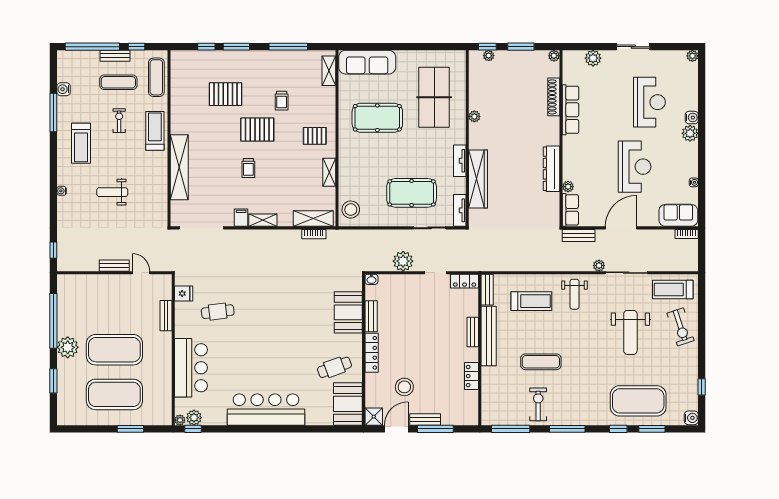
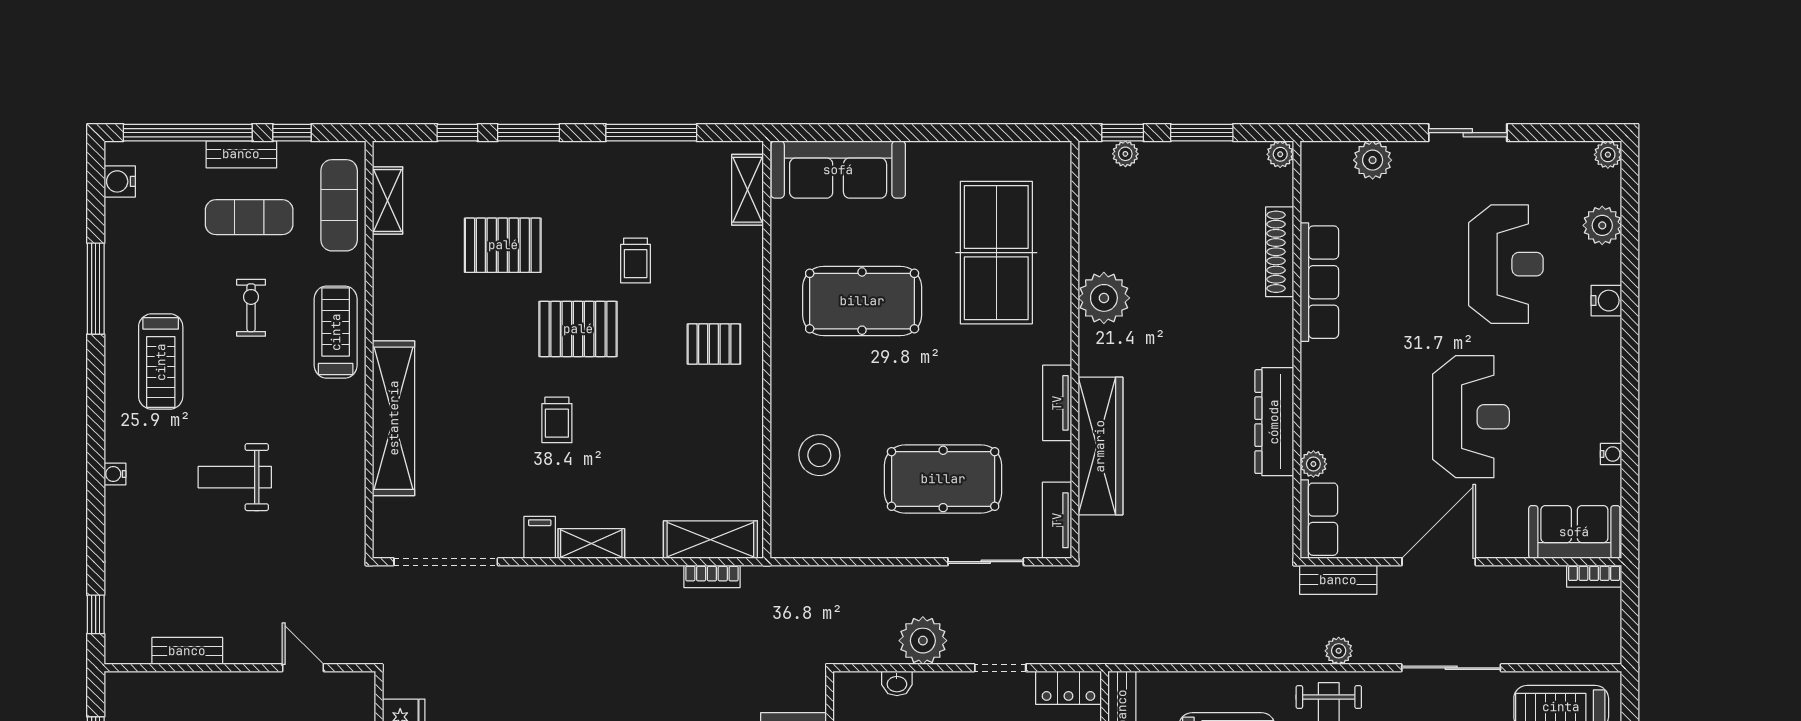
water cooler: (64, 89) -> (120, 181), moved
plant: (474, 116) -> (1104, 298), width x1.88, depth x1.88
plant: (690, 133) -> (1602, 225), moved
shelving: (329, 172) -> (388, 200), moved
stool: (351, 210) -> (819, 455), moved
bench: (114, 266) -> (187, 651), moved
plant: (599, 266) -> (1339, 651), moved
washbasin: (371, 279) -> (897, 683), moved

